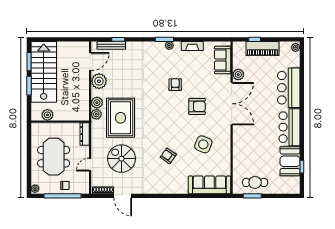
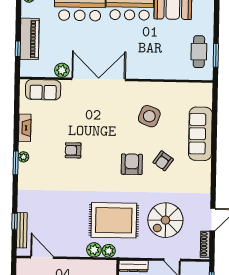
plant: (99, 81) -> (67, 247), removed
armchair: (197, 106) -> (132, 164), moved
sofa: (209, 185) -> (200, 134), moved

